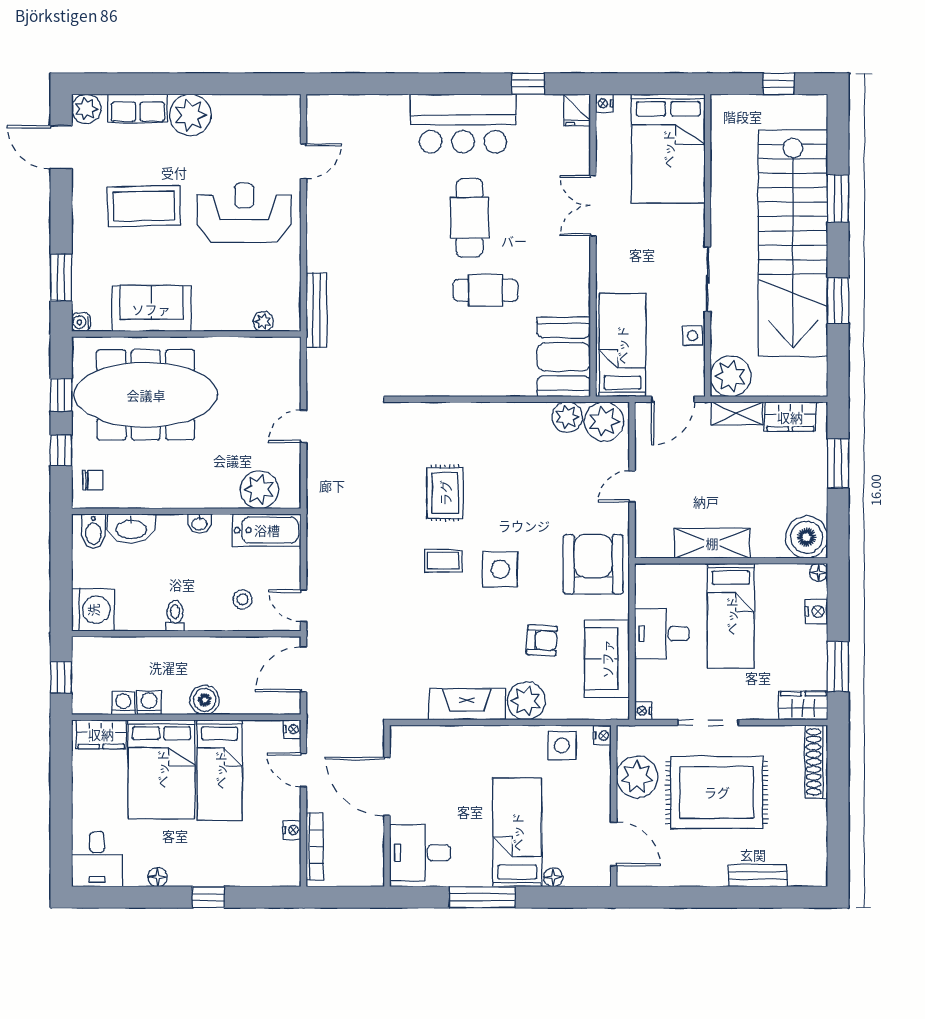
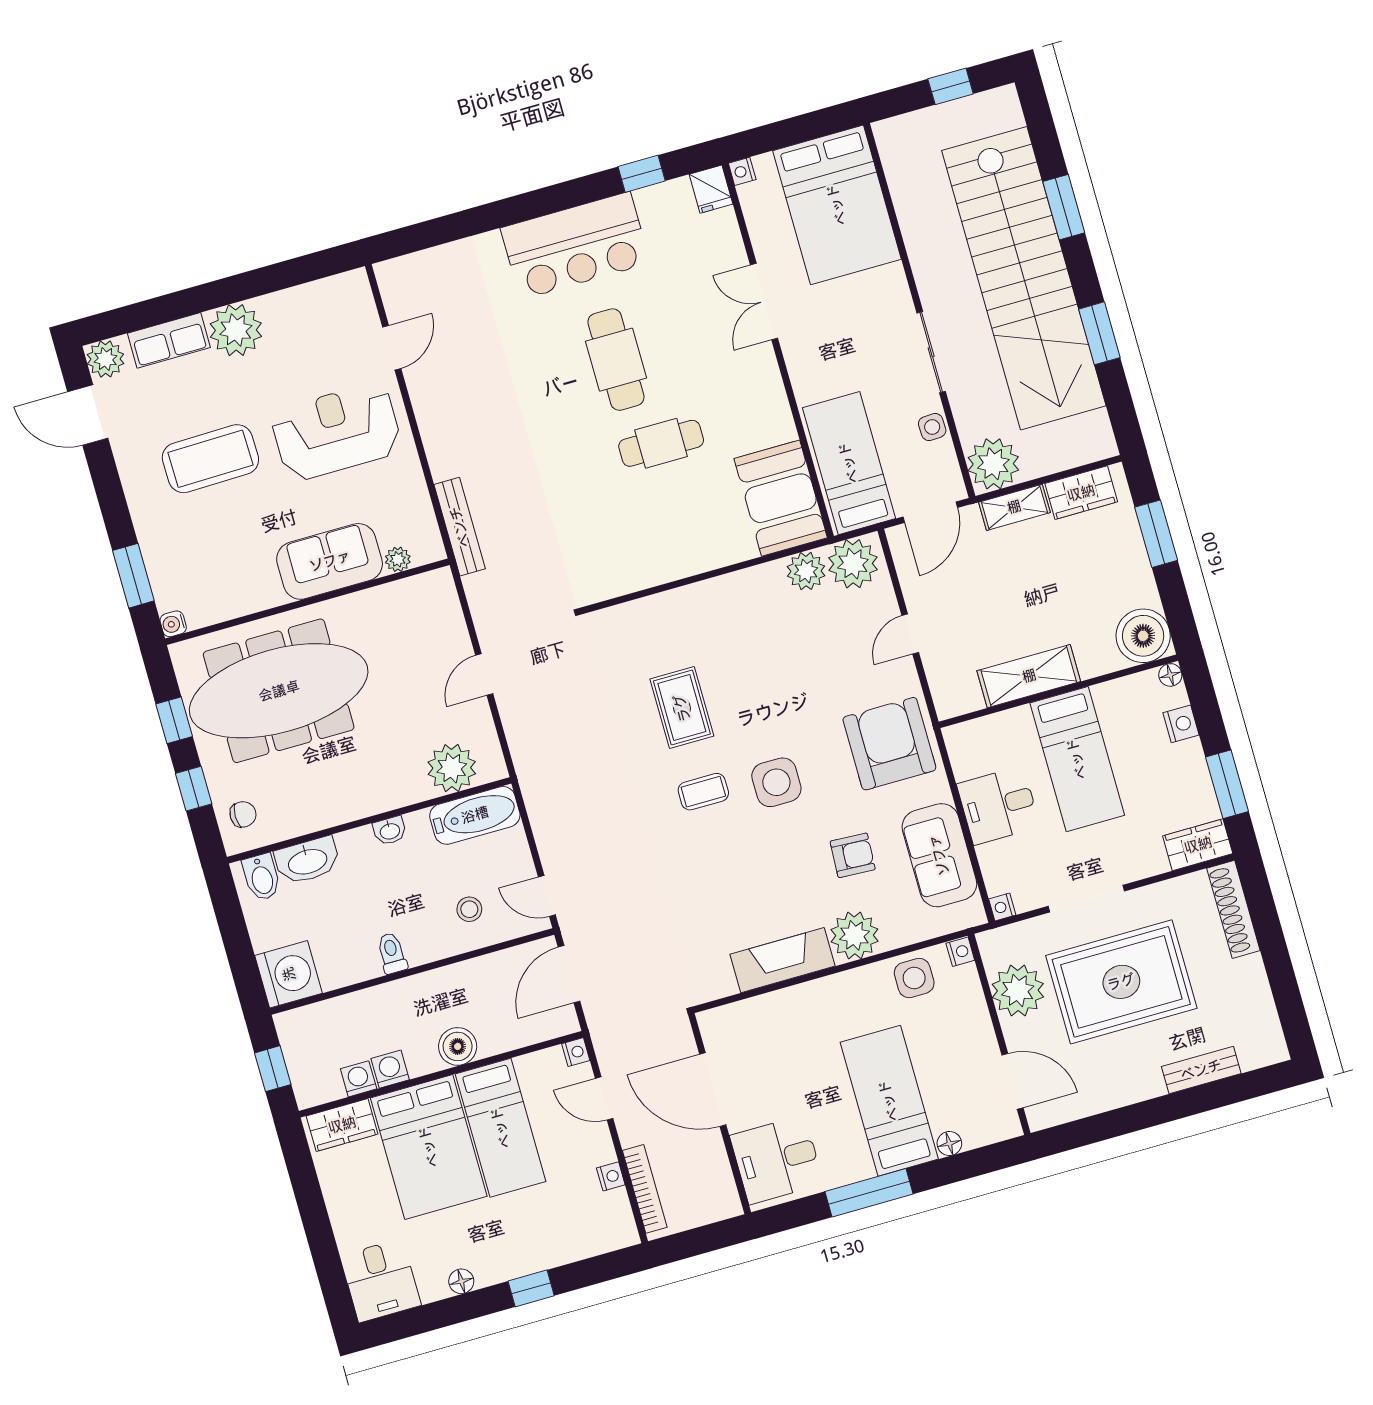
sofa: (151, 309) -> (330, 561), moved

